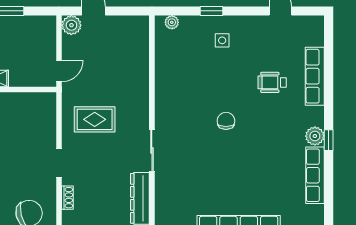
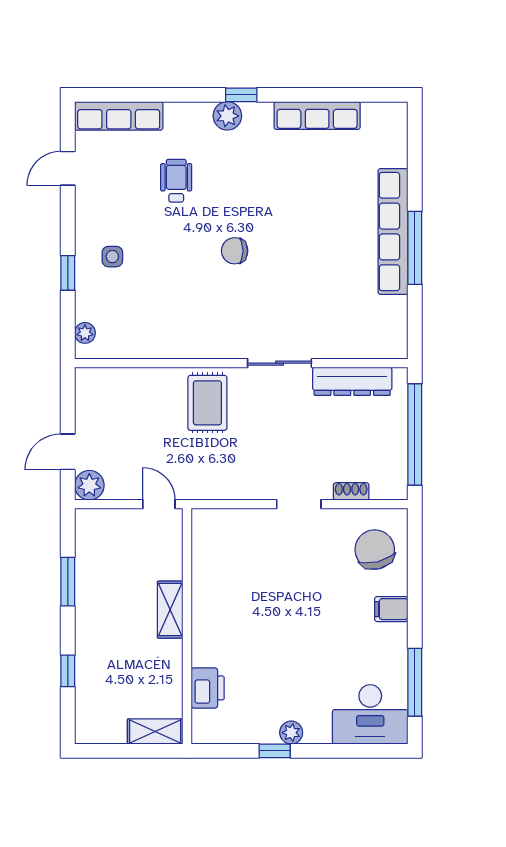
row of seats: (315, 76) -> (119, 116), moved
wheelchair: (272, 82) -> (176, 181), turned 180
rug: (95, 119) -> (207, 403), moved
plant: (315, 136) -> (227, 116), moved
window: (329, 140) -> (241, 95), moved

